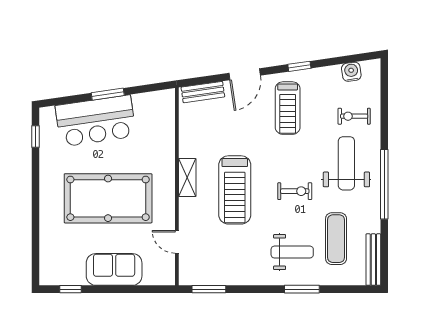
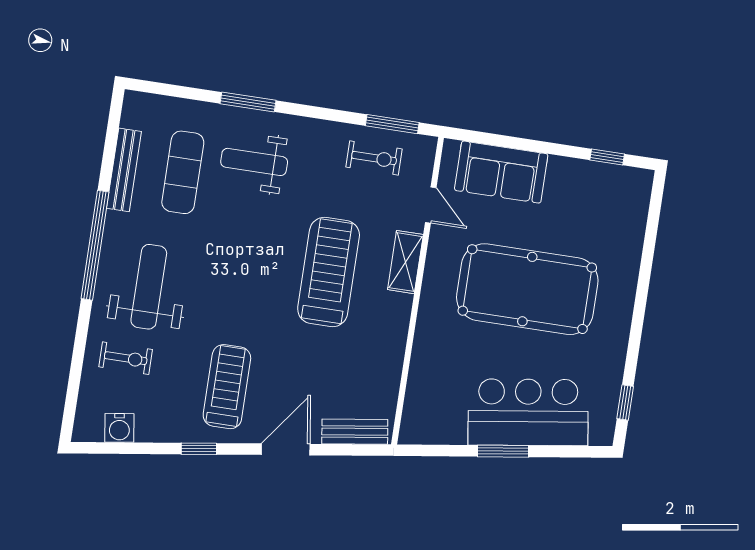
weight bench: (346, 163) -> (149, 287), turned 180
shelving: (187, 178) -> (405, 262), moved
exercise bike: (295, 191) -> (374, 158), moved, turned 180
bench: (373, 260) -> (124, 170), moved
sofa: (114, 269) -> (501, 172), moved

